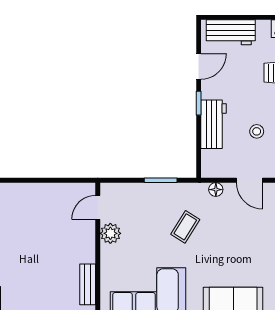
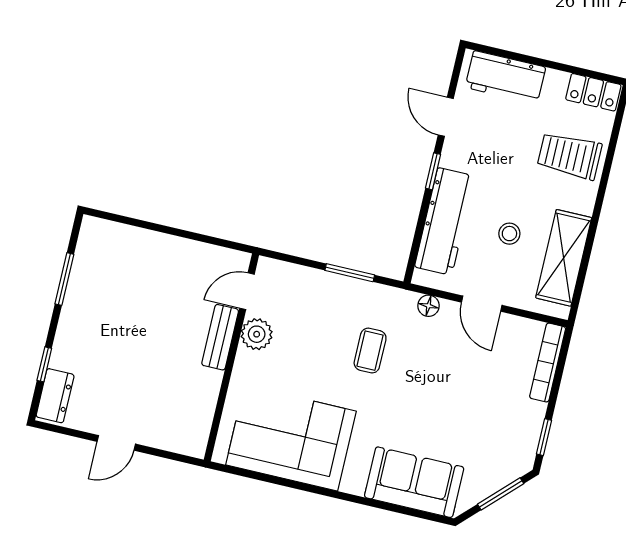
door: (199, 66) -> (446, 117), swing flipped
workbench: (214, 124) -> (445, 221), width x1.38
coffee table: (185, 227) -> (370, 351), turned -32
bench: (88, 284) -> (220, 337), moved

